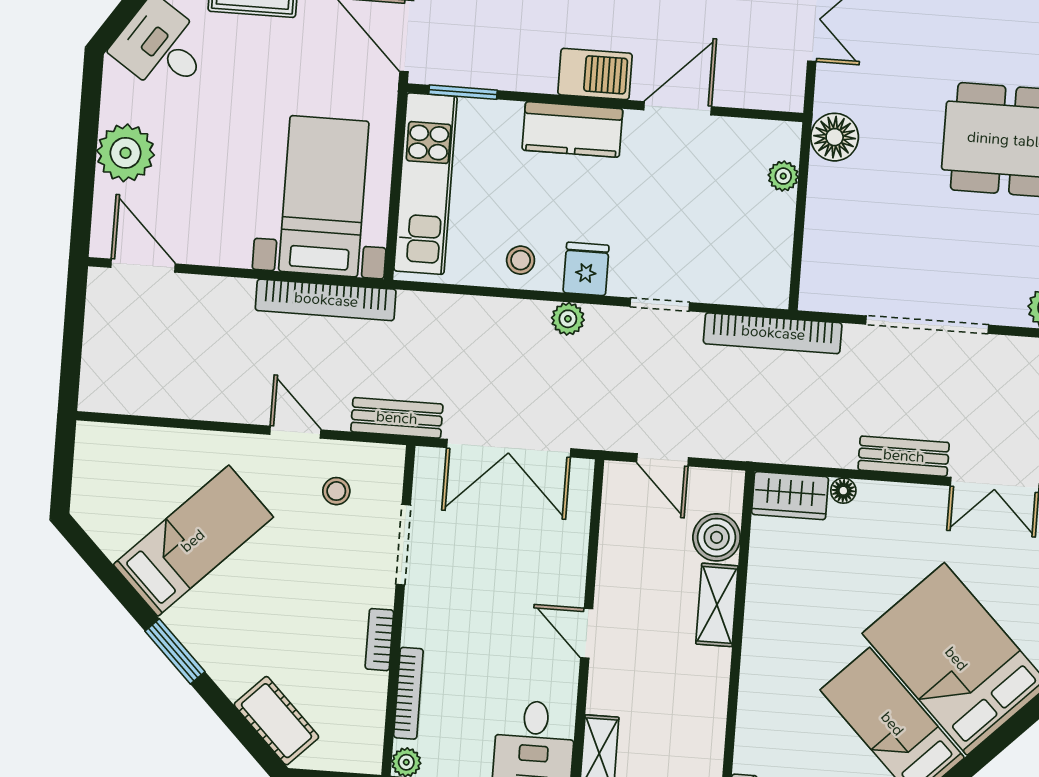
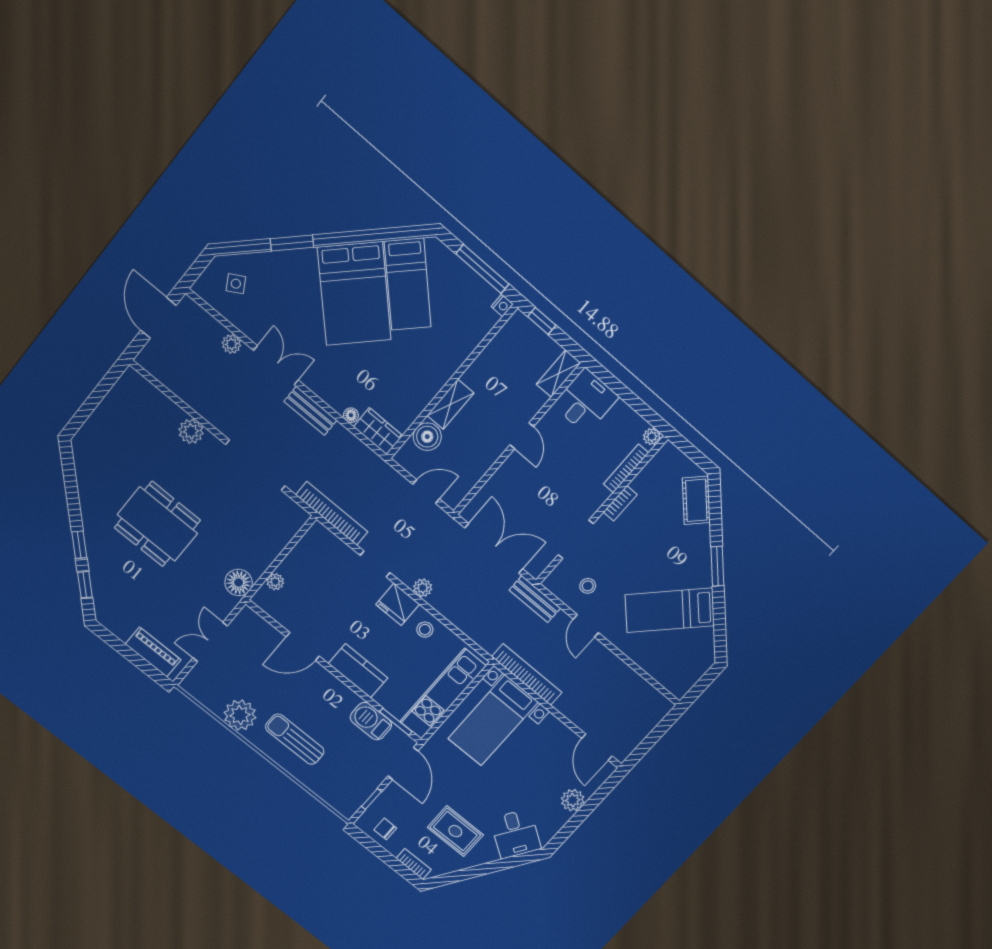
barbecue: (595, 74) -> (371, 721), moved
plant: (126, 153) -> (573, 800), width x0.73, depth x0.73
fridge: (586, 269) -> (398, 604), width x1.38
door: (663, 460) -> (426, 492), hinge flipped

